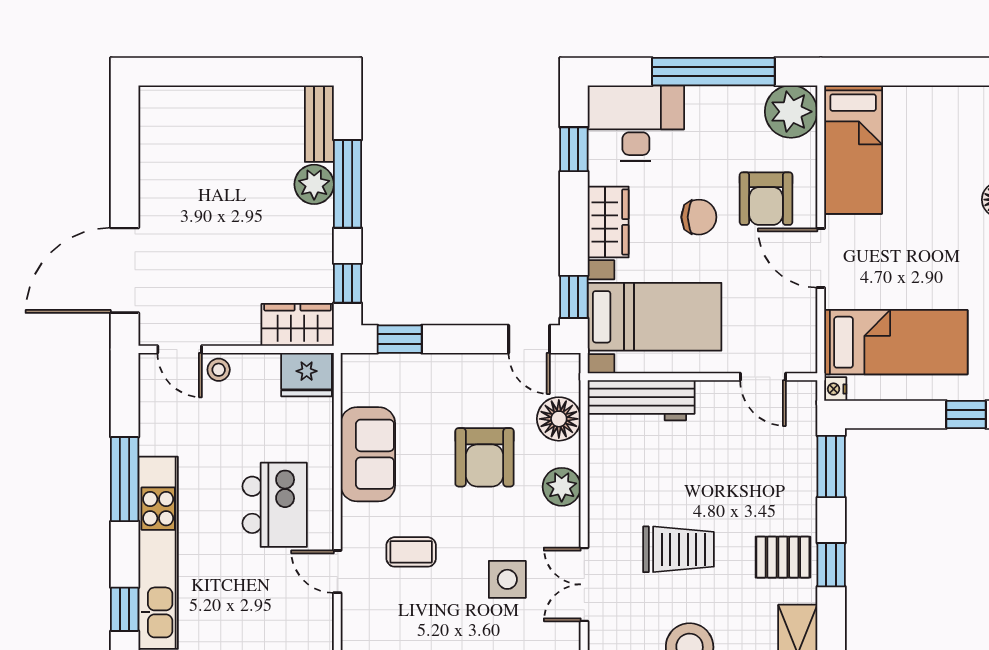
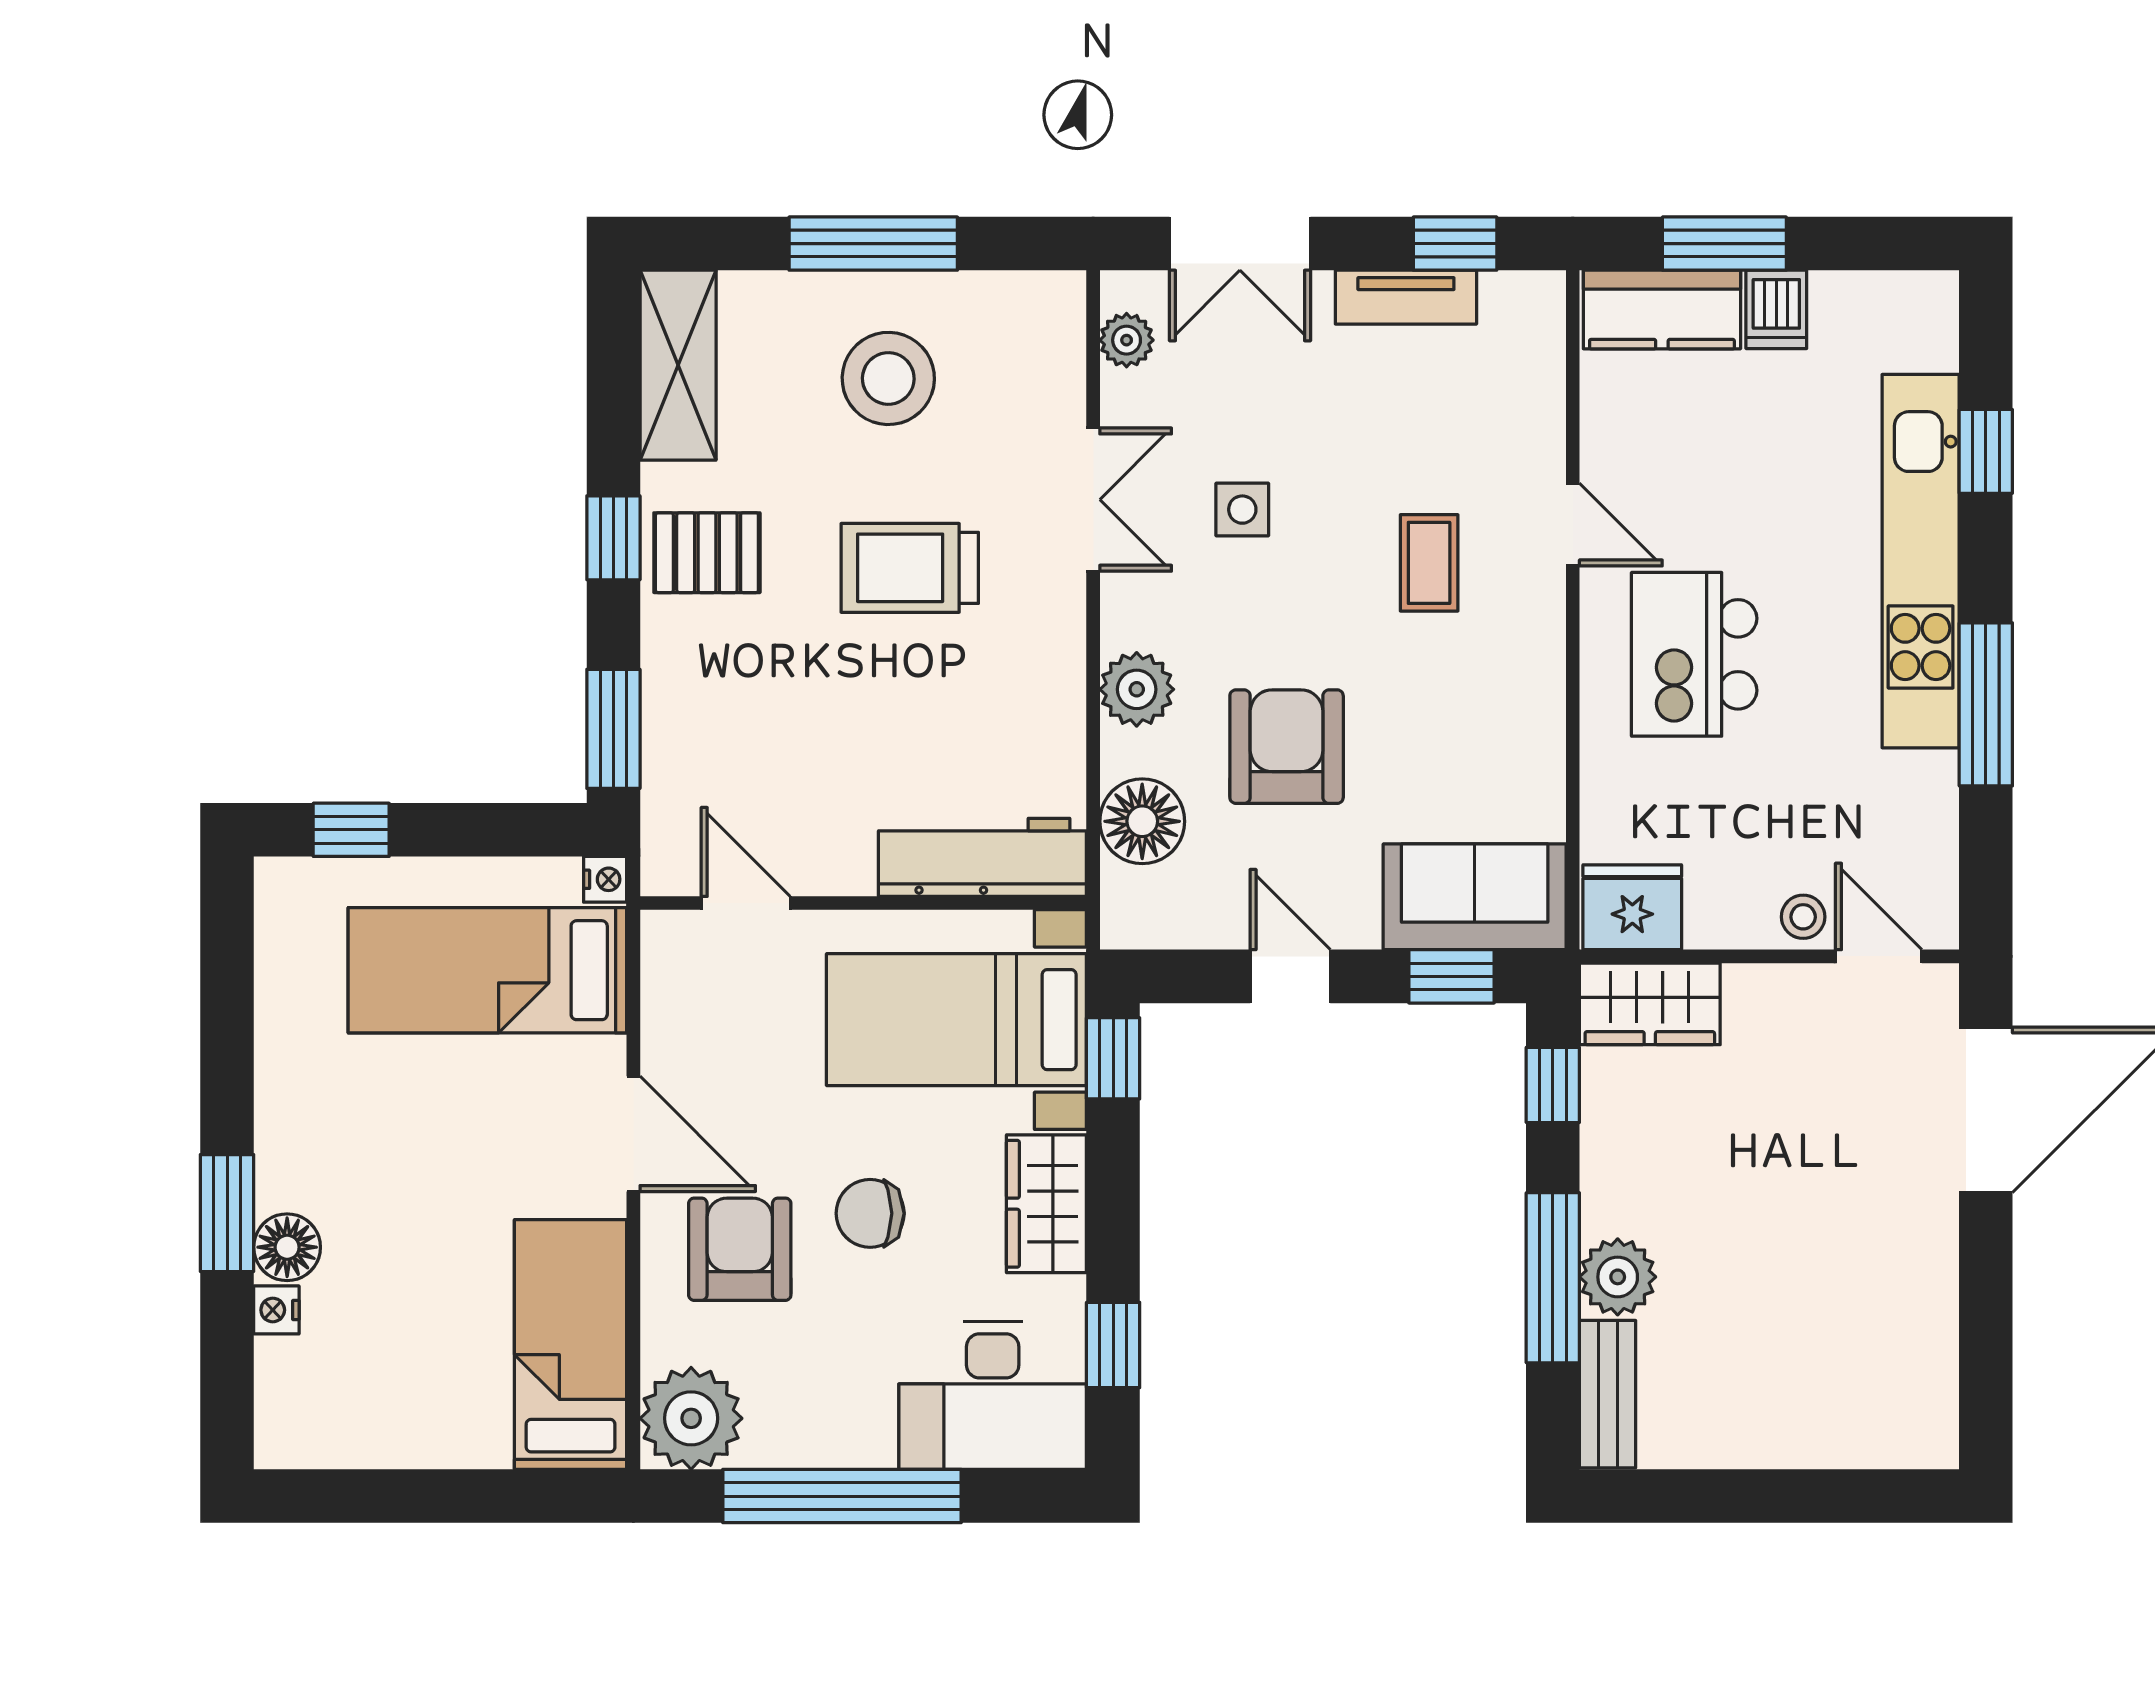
door: (529, 339) -> (1290, 976), moved
sofa: (368, 454) -> (1475, 897), moved, turned 90
coffee table: (411, 552) -> (1429, 563), turned 90
side table: (507, 579) -> (1242, 510), width x0.73, depth x0.73

